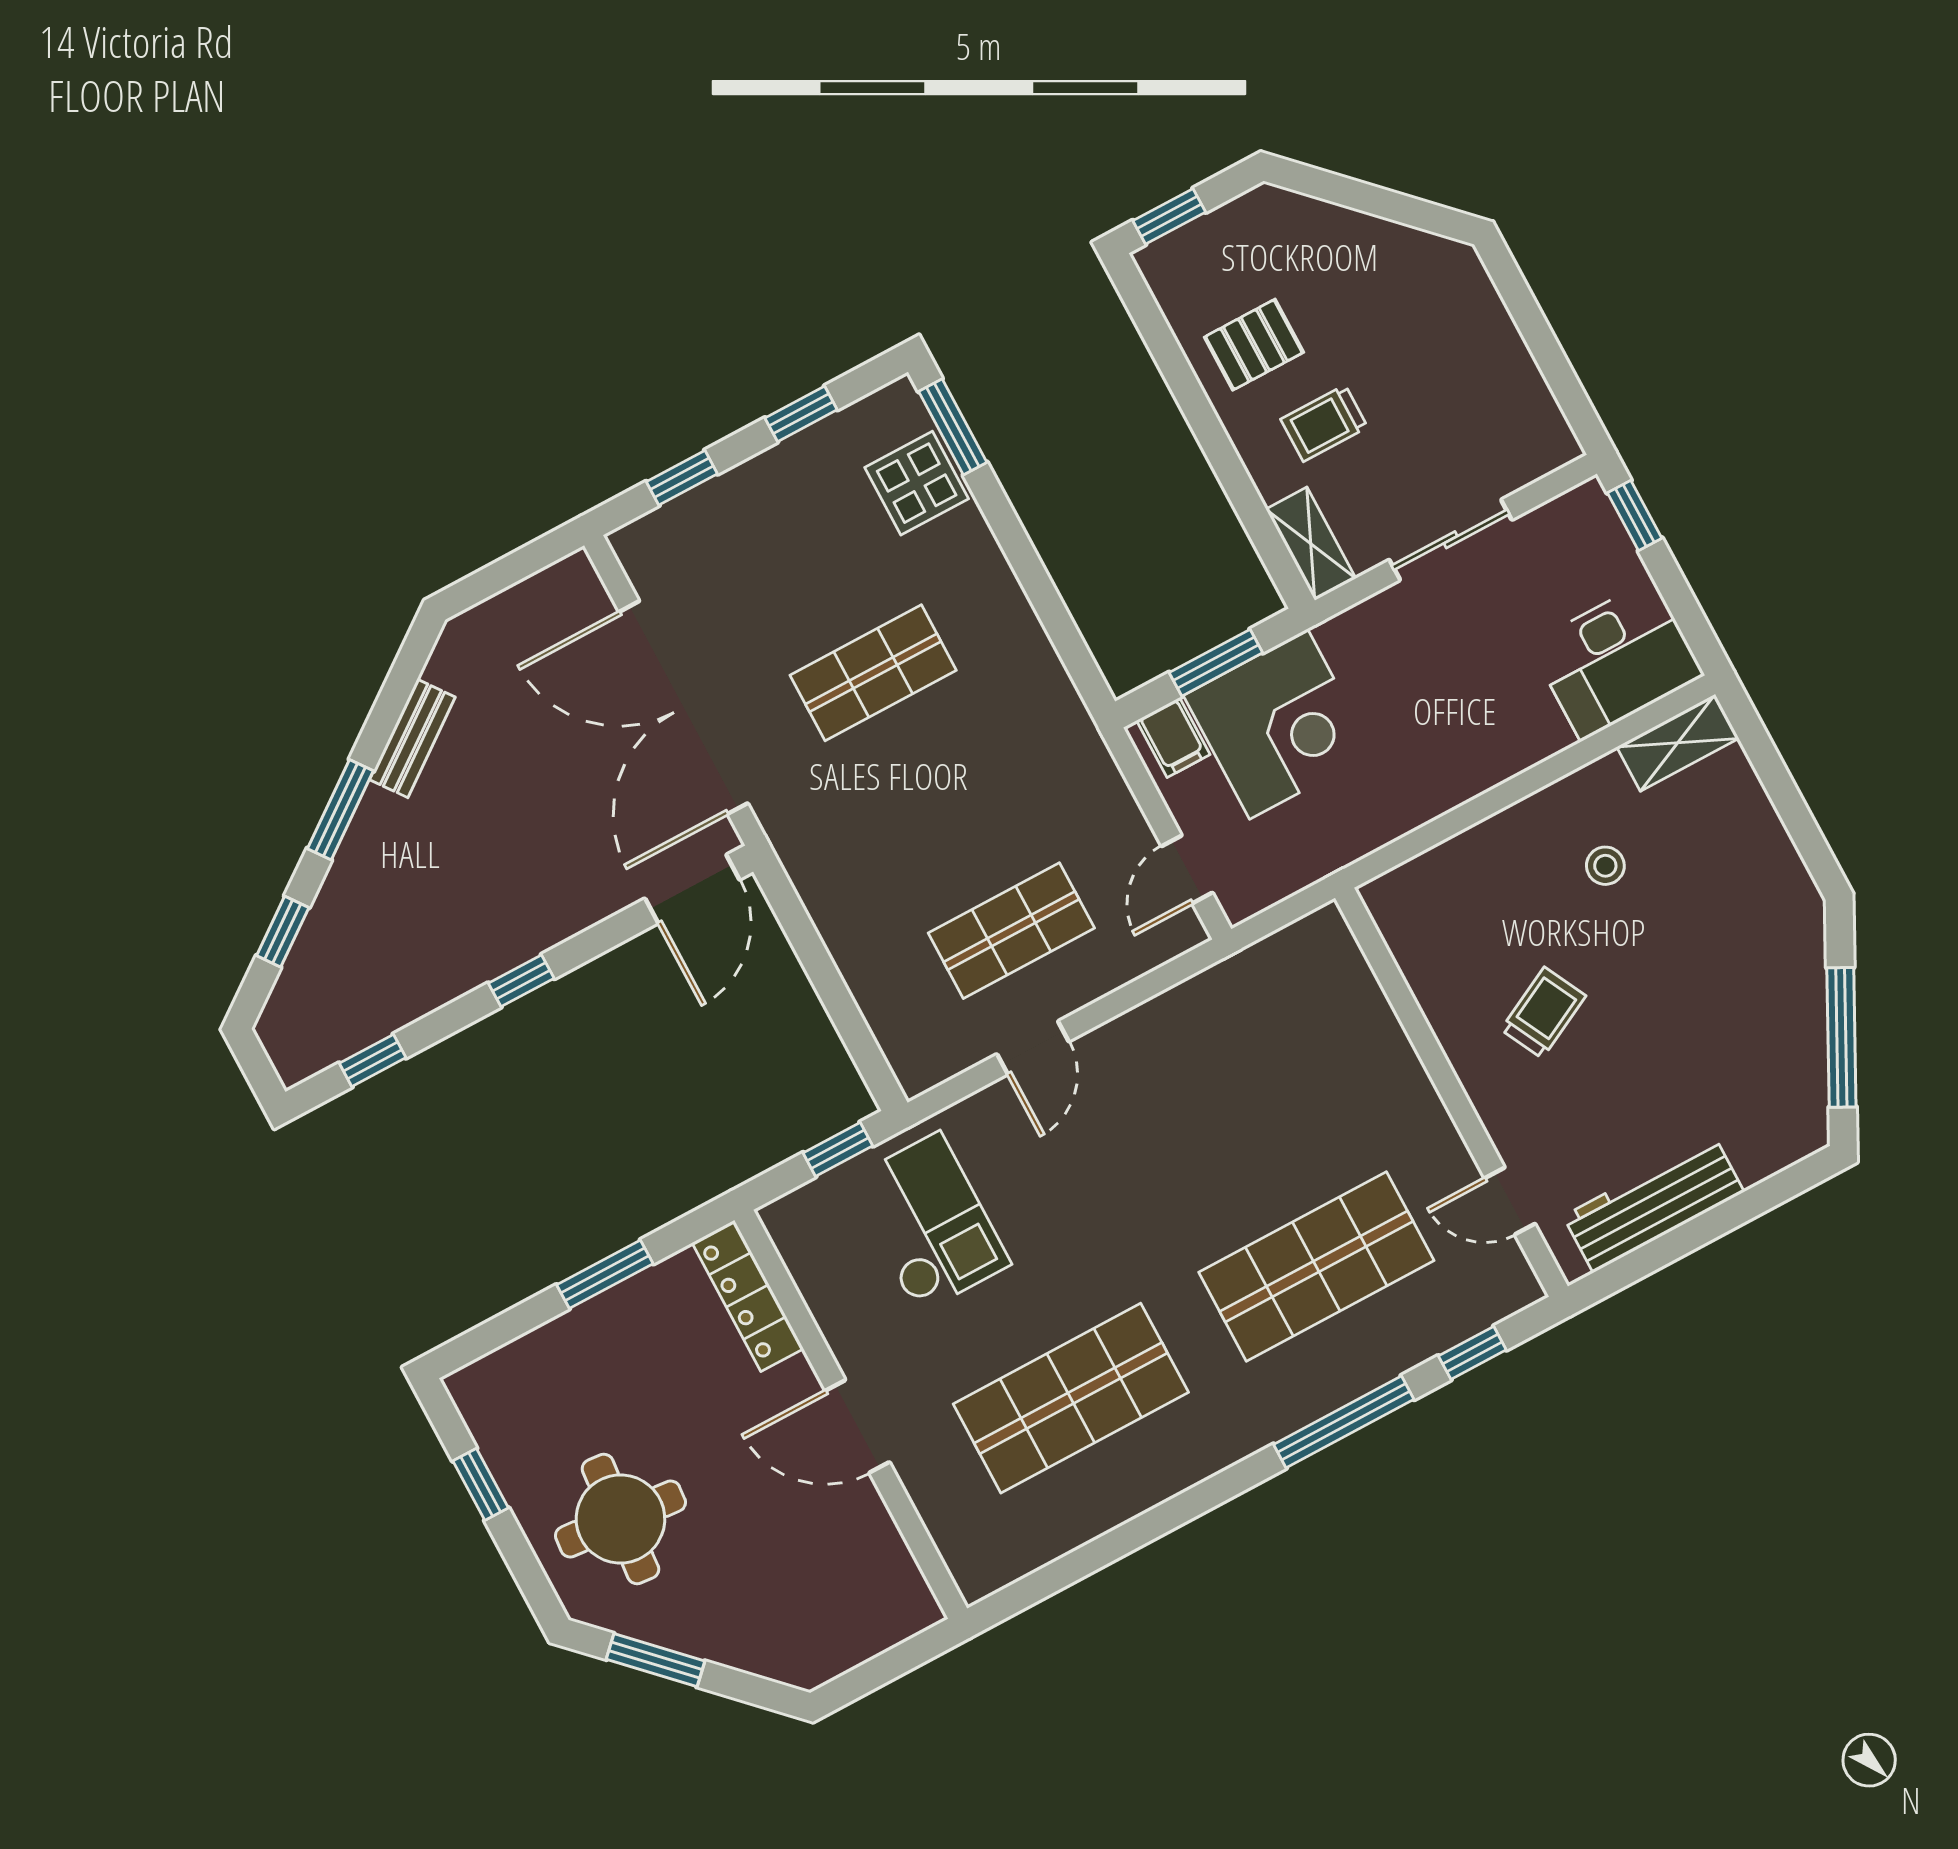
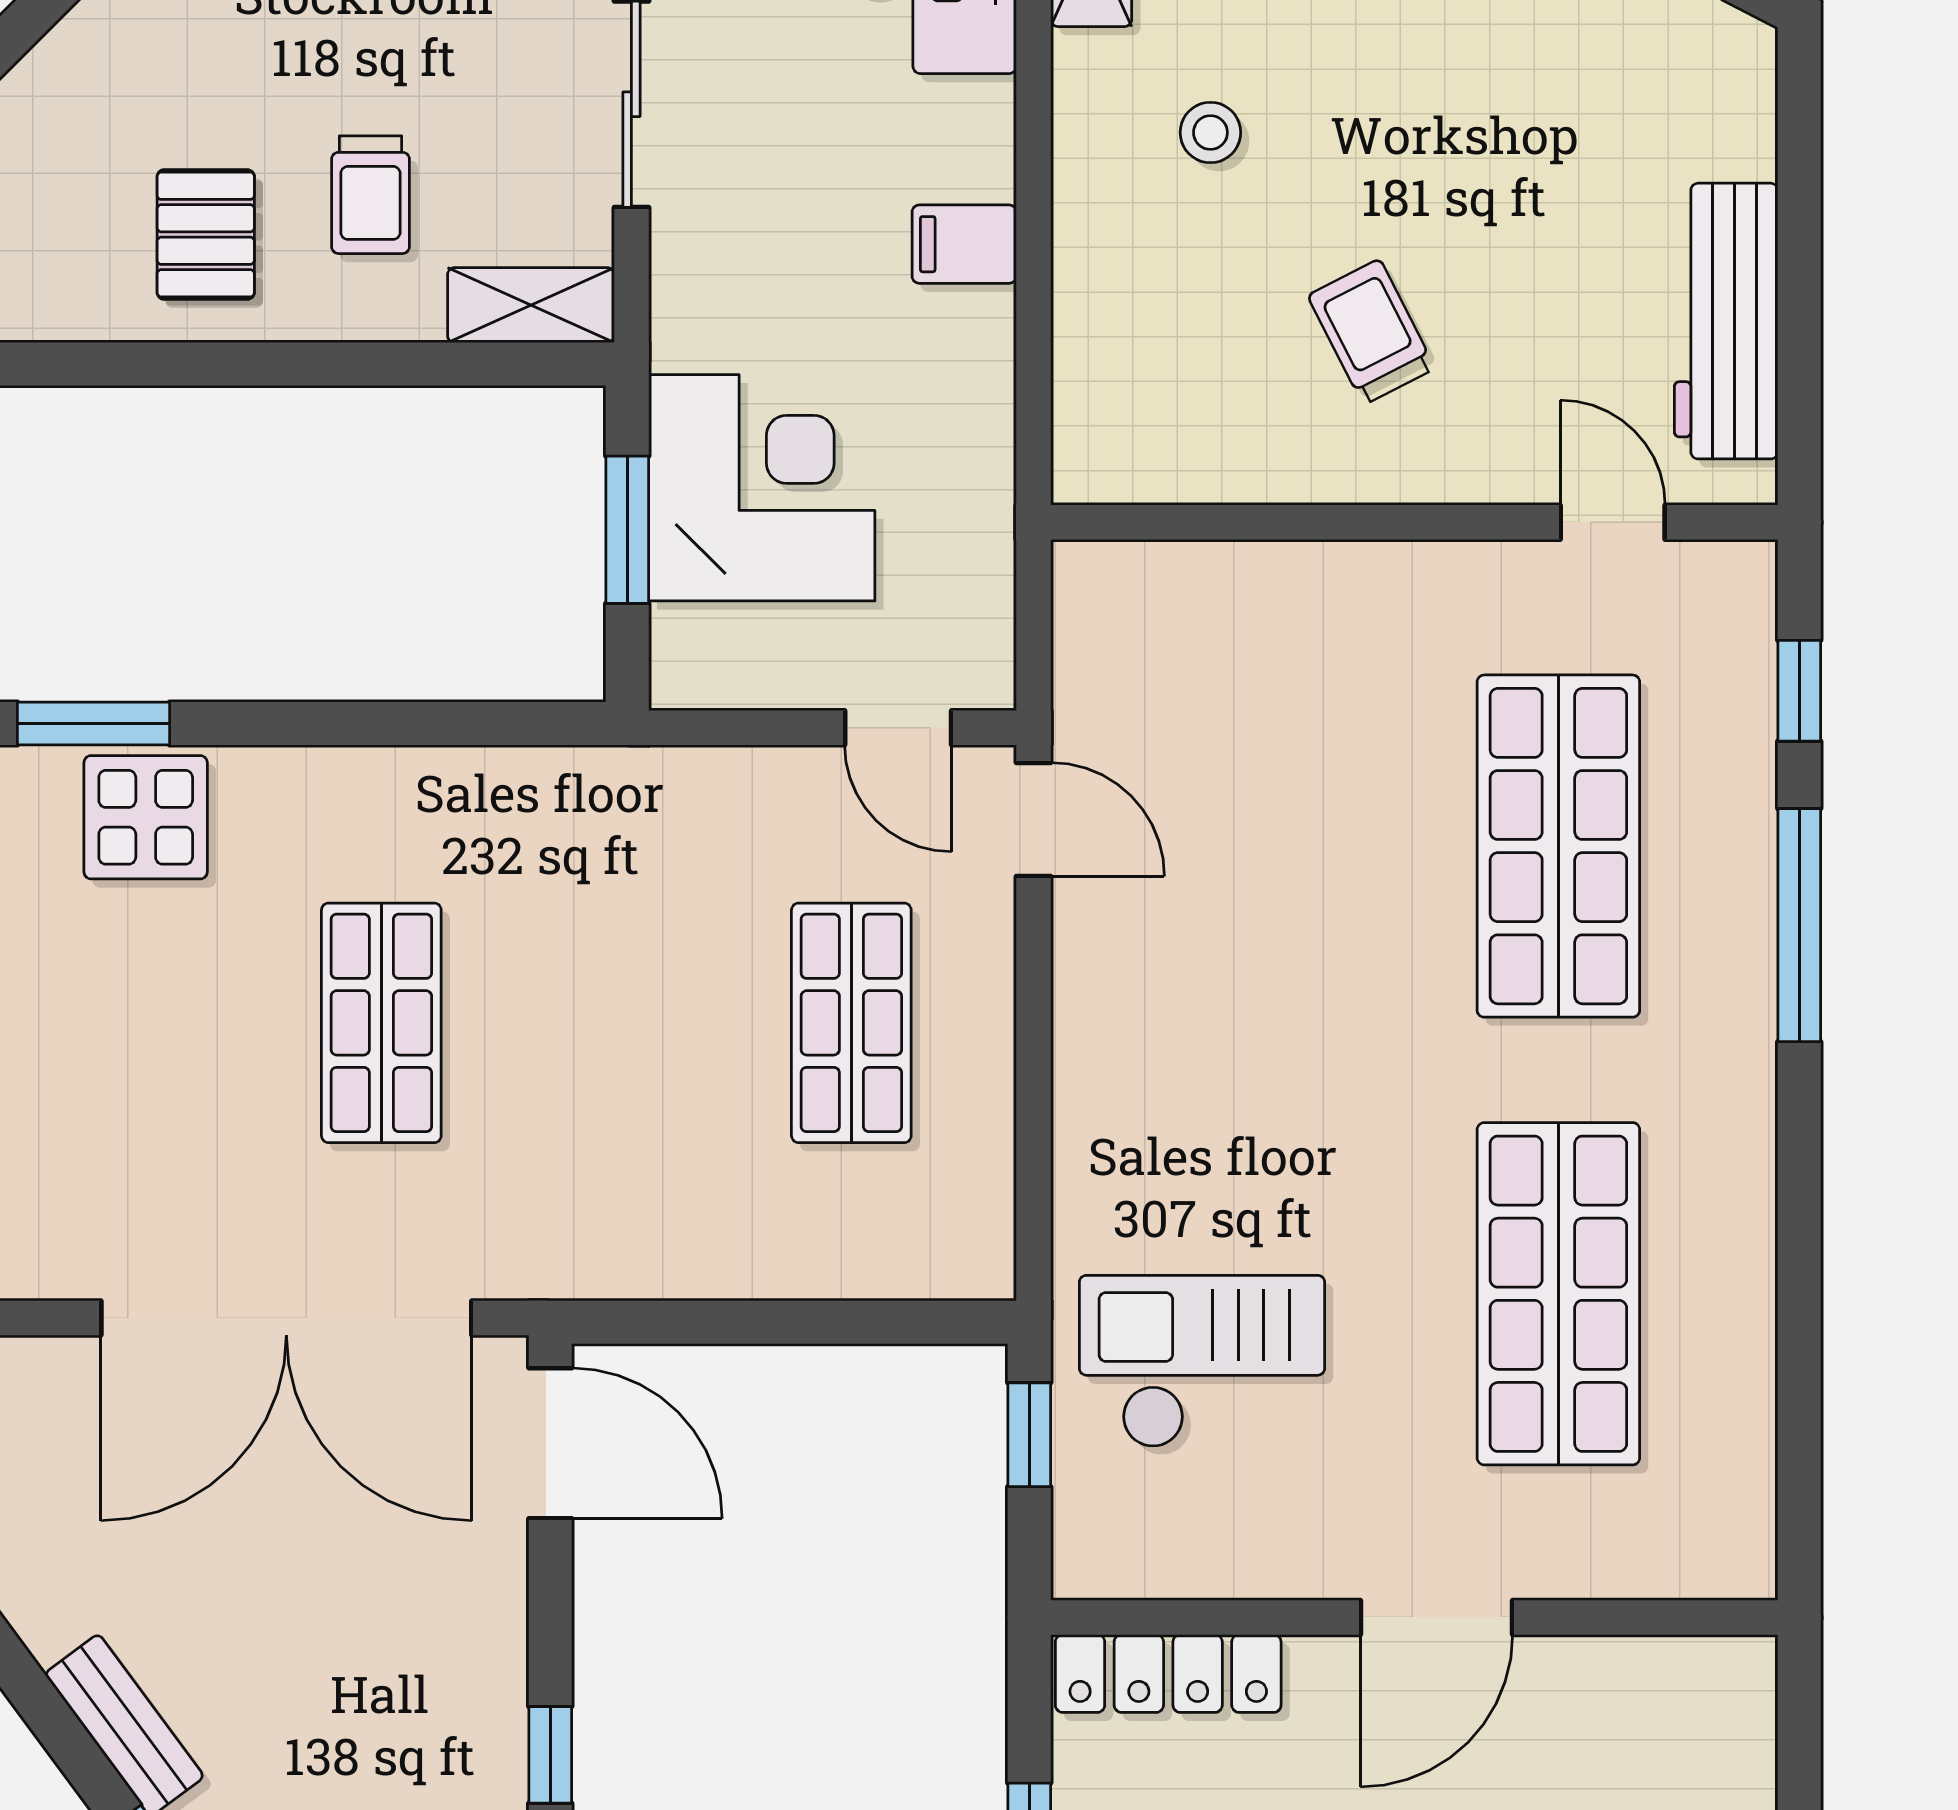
filing cabinet: (1173, 737) -> (964, 244), moved, turned 180
door: (1033, 1048) -> (1034, 819), moved
door: (1510, 1201) -> (1613, 522), swing flipped

